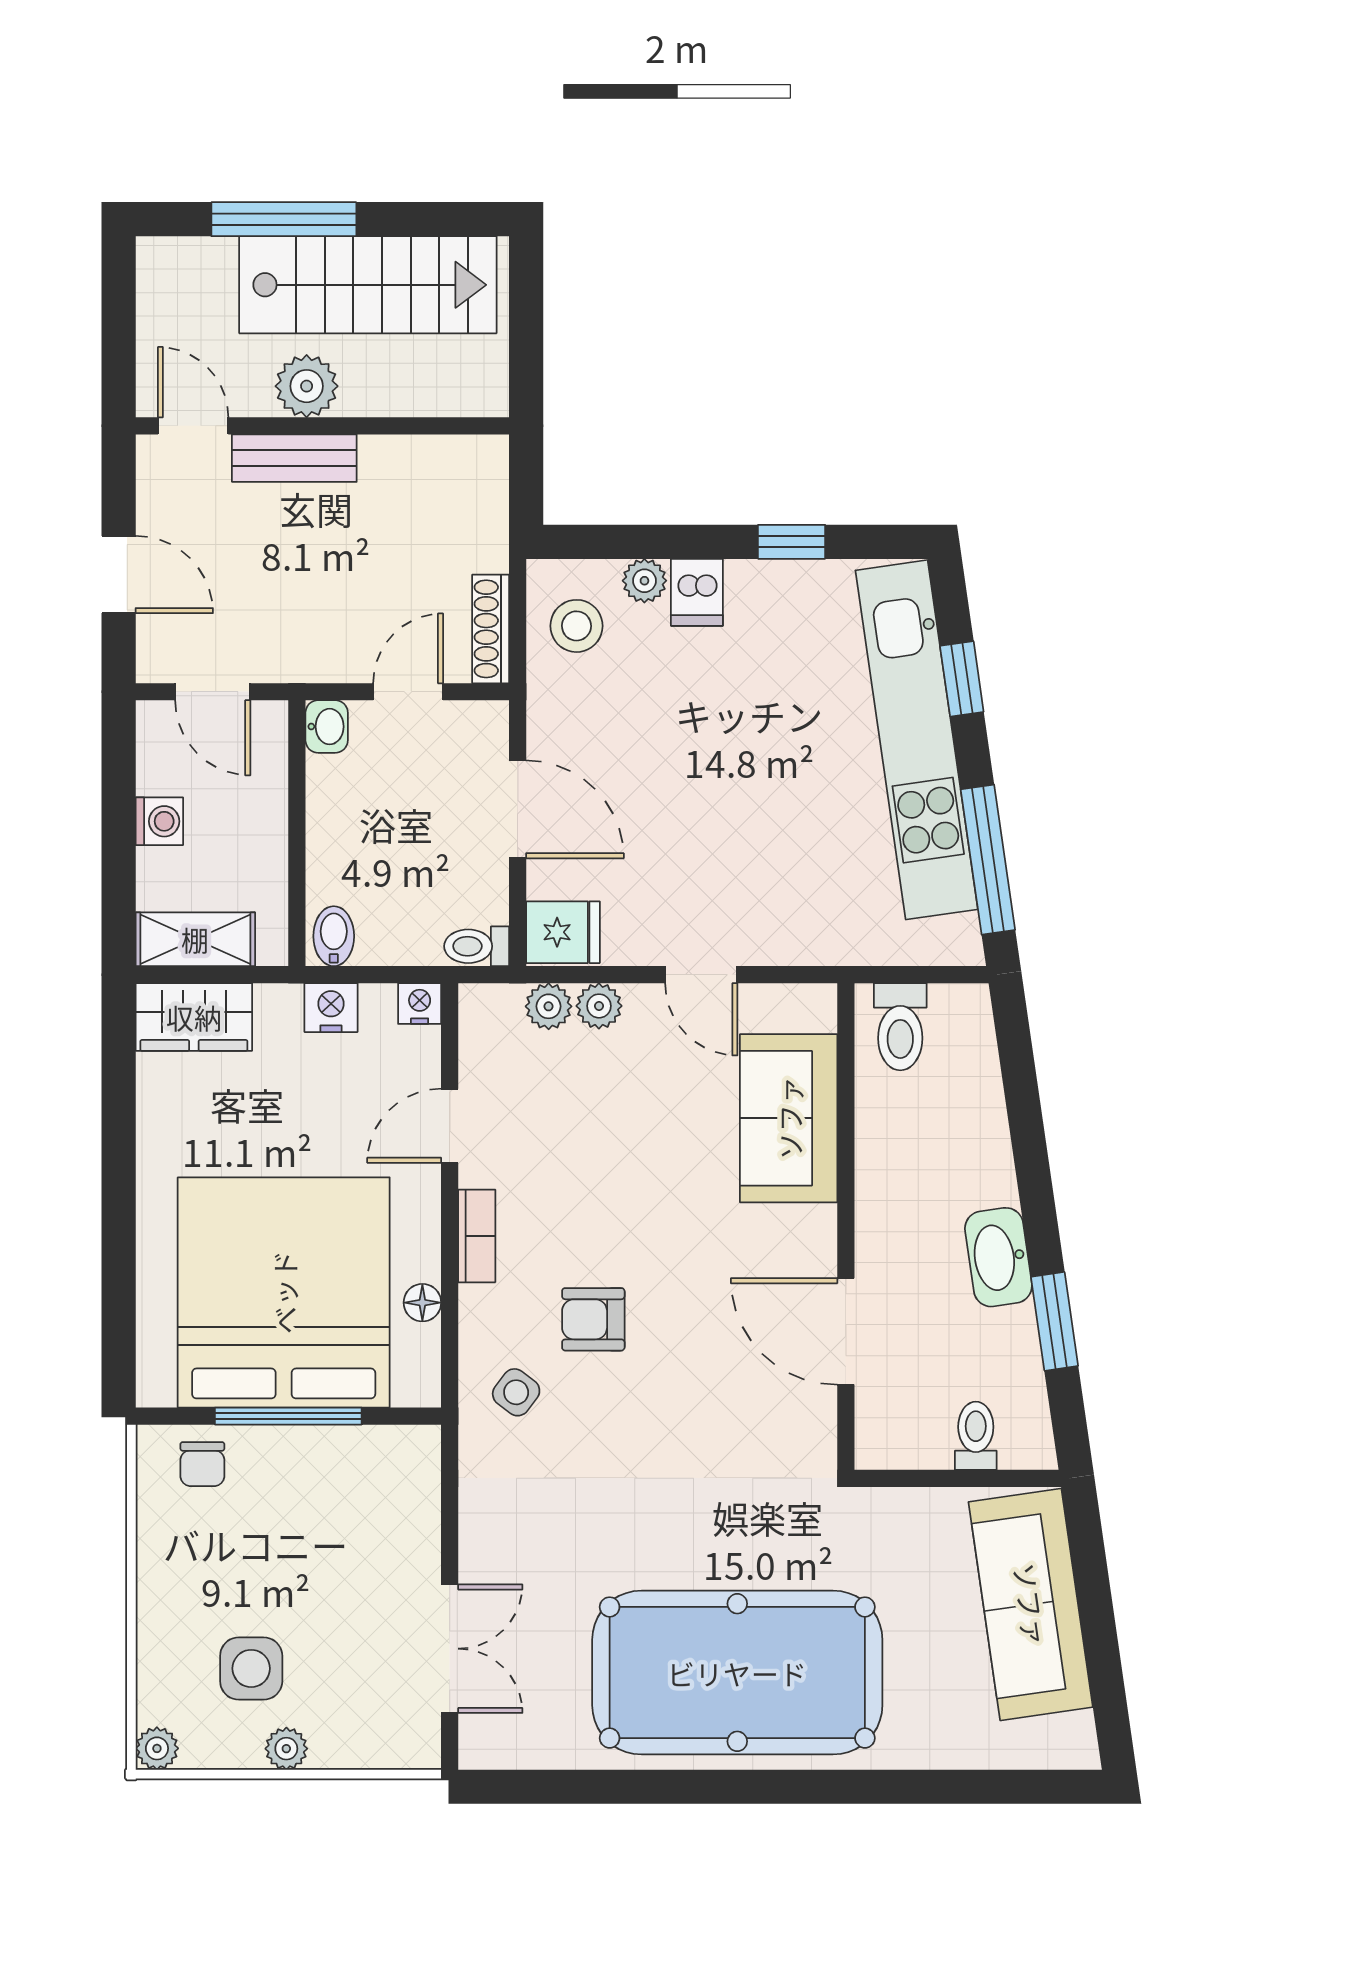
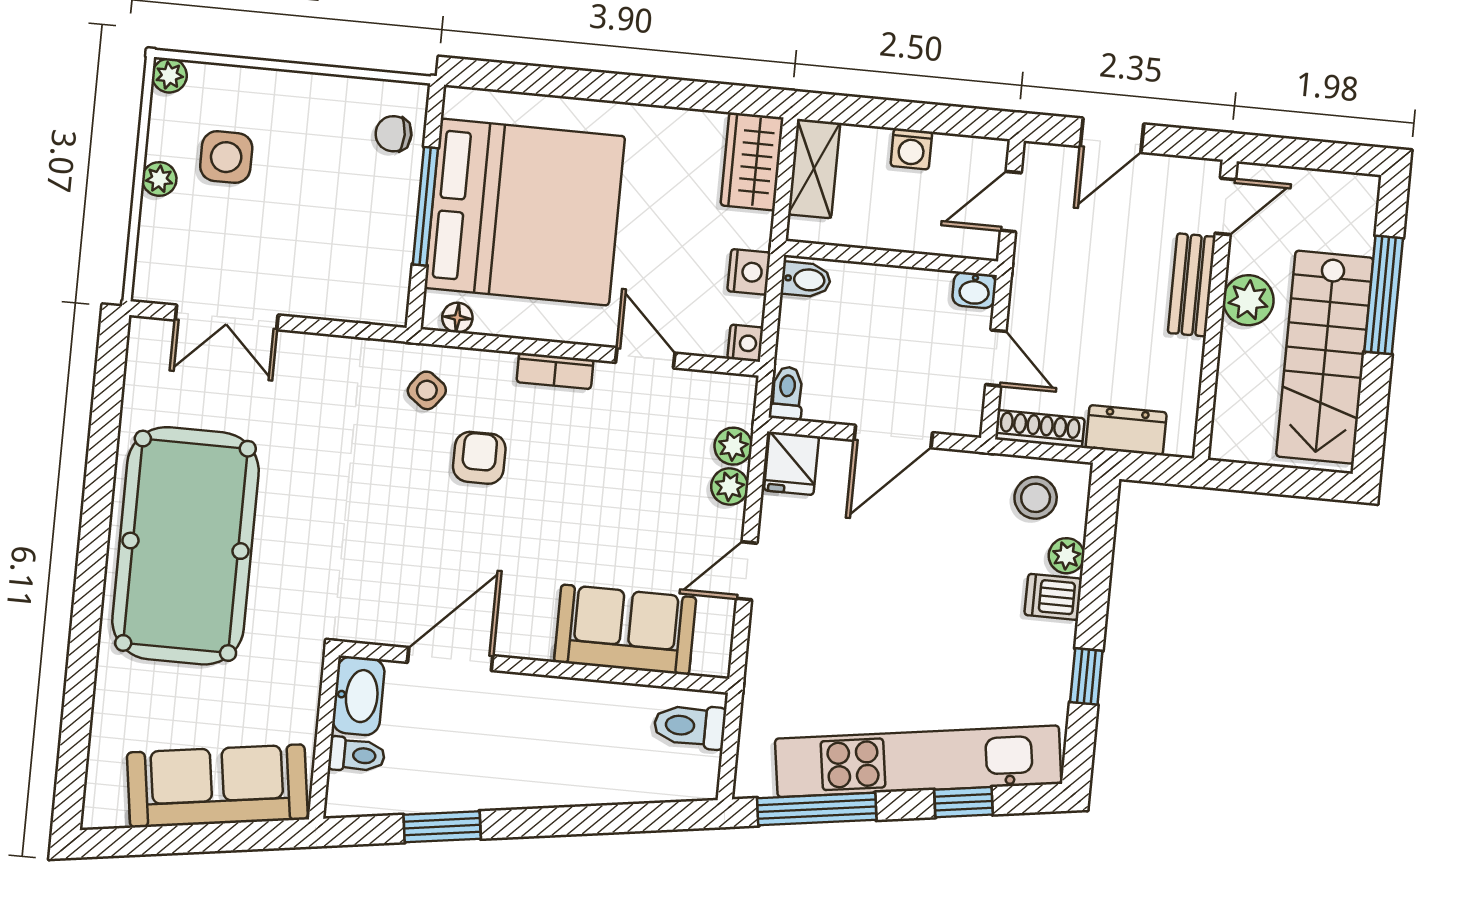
dresser: (482, 522) -> (1126, 430), added
washbasin: (998, 1257) -> (358, 696), moved, turned 98
floor lamp: (422, 1303) -> (457, 318), moved

